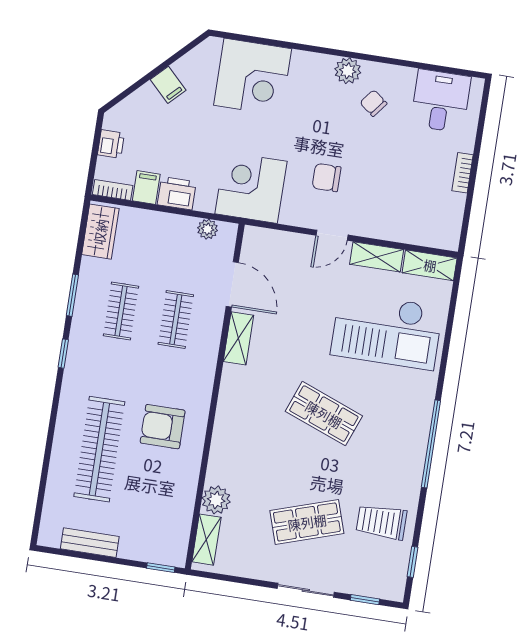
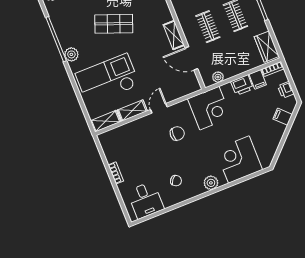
plant: (348, 71) -> (211, 183), moved
filing cabinet: (168, 85) -> (283, 117), moved
plant: (421, 405) -> (71, 54), added

